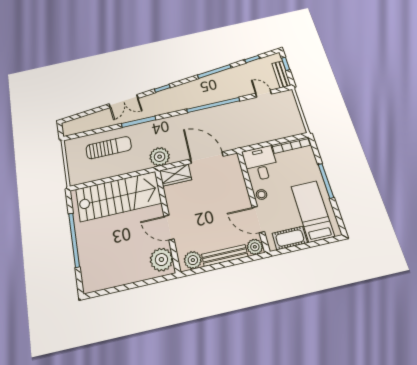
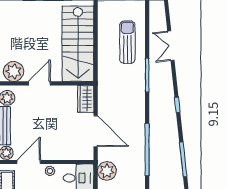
double door: (124, 101) -> (171, 46), moved
sun lounger: (109, 148) -> (127, 42), turned 180
plant: (160, 157) -> (107, 171), moved
door: (207, 158) -> (96, 131), hinge flipped

